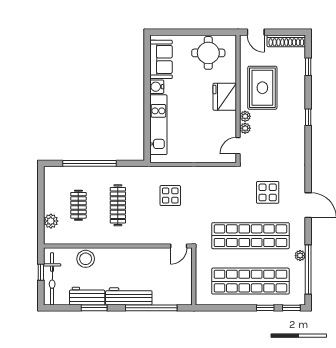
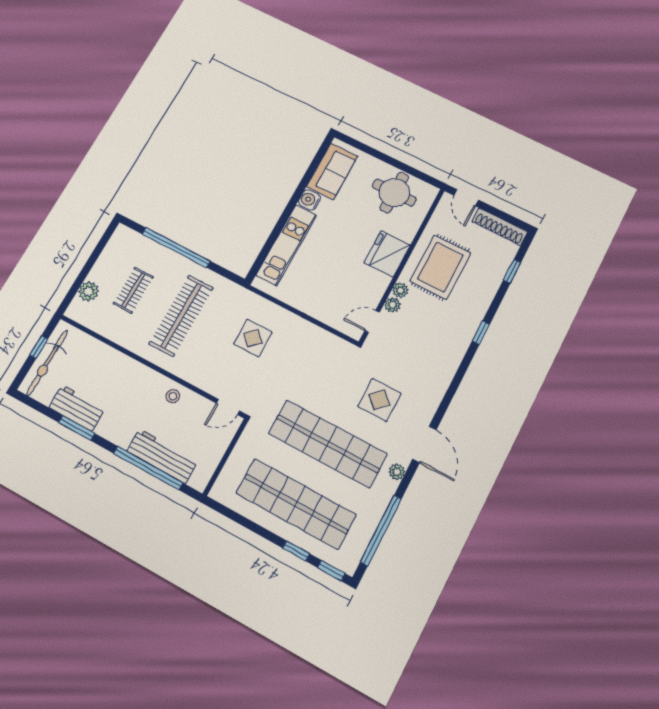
clothes rail: (118, 205) -> (181, 316), width x1.37, depth x1.31
plant: (300, 256) -> (397, 472), moved
stool: (86, 259) -> (173, 396), moved, width x0.53, depth x0.53
workbench: (129, 296) -> (162, 456), moved

